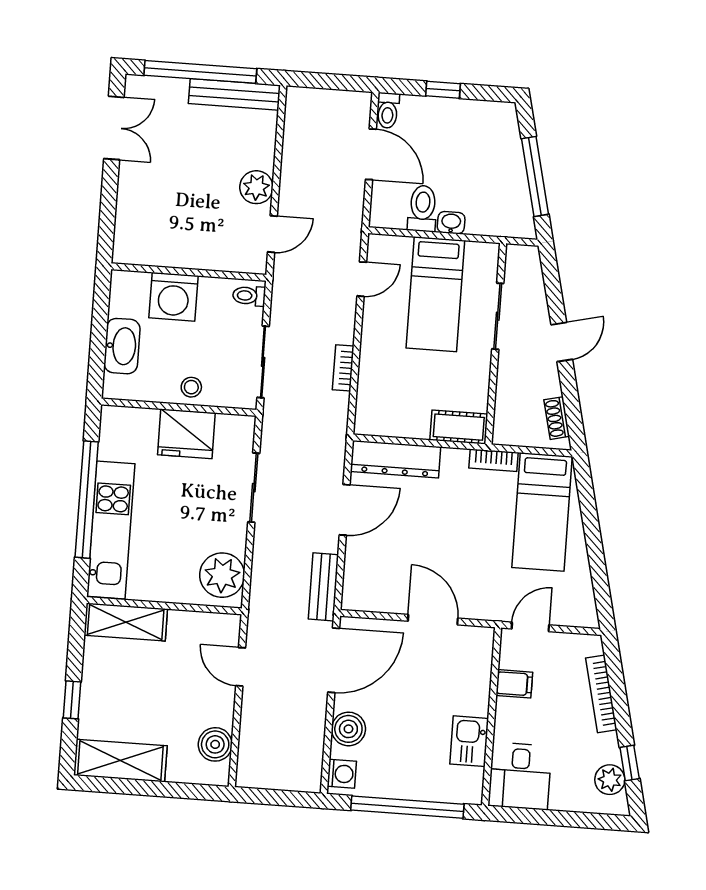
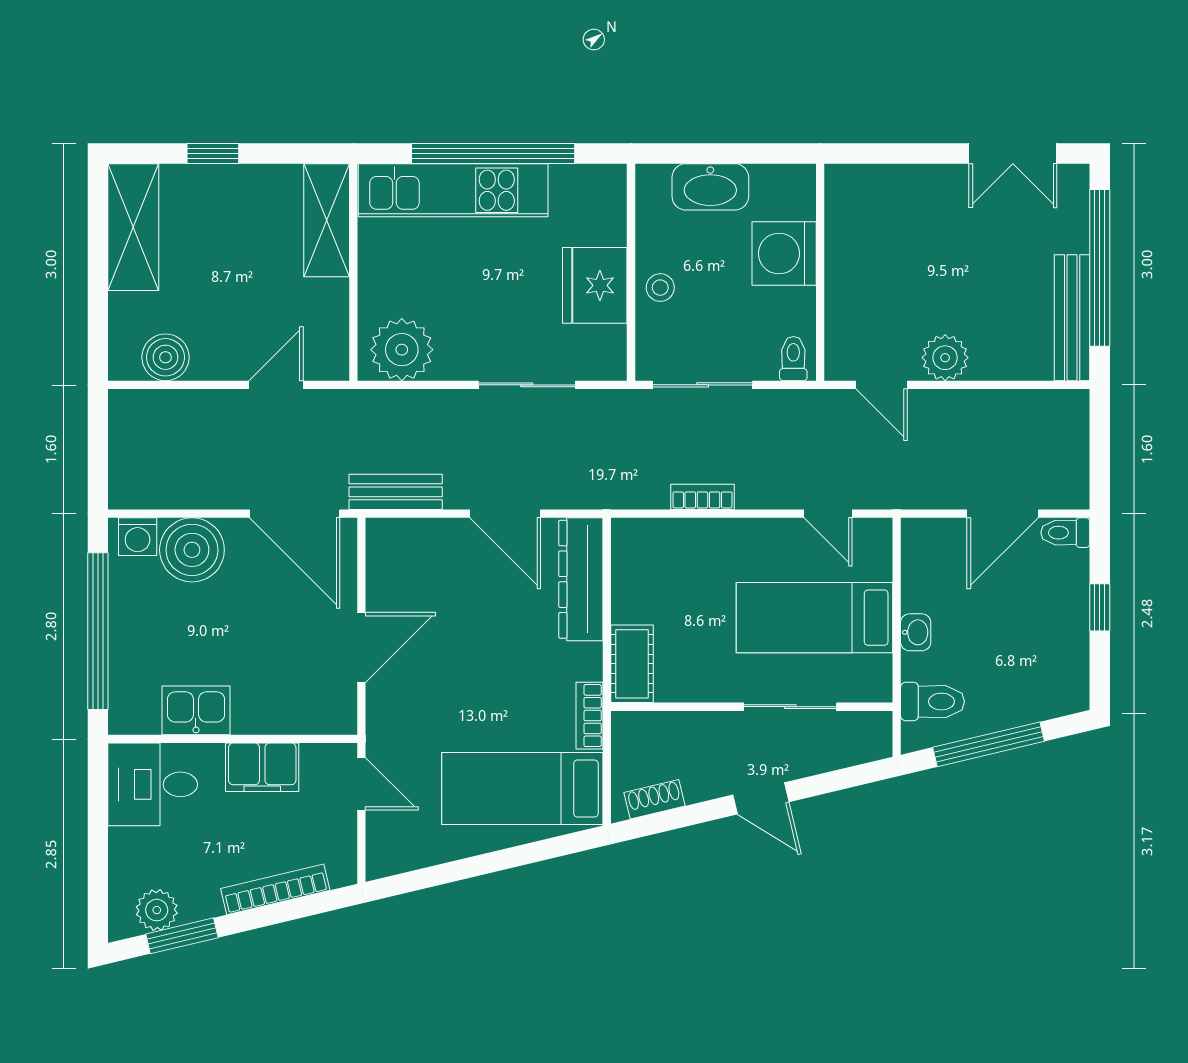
toilet: (423, 208) -> (932, 702), moved
filing cabinet: (514, 684) -> (262, 767), width x2.00
boiler: (348, 729) -> (192, 550), width x1.37, depth x1.37
window: (630, 763) -> (182, 936), width x1.50

